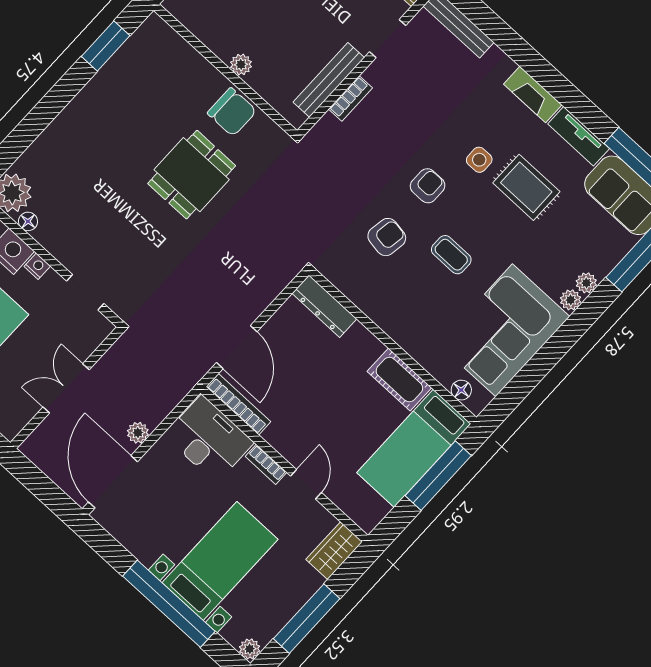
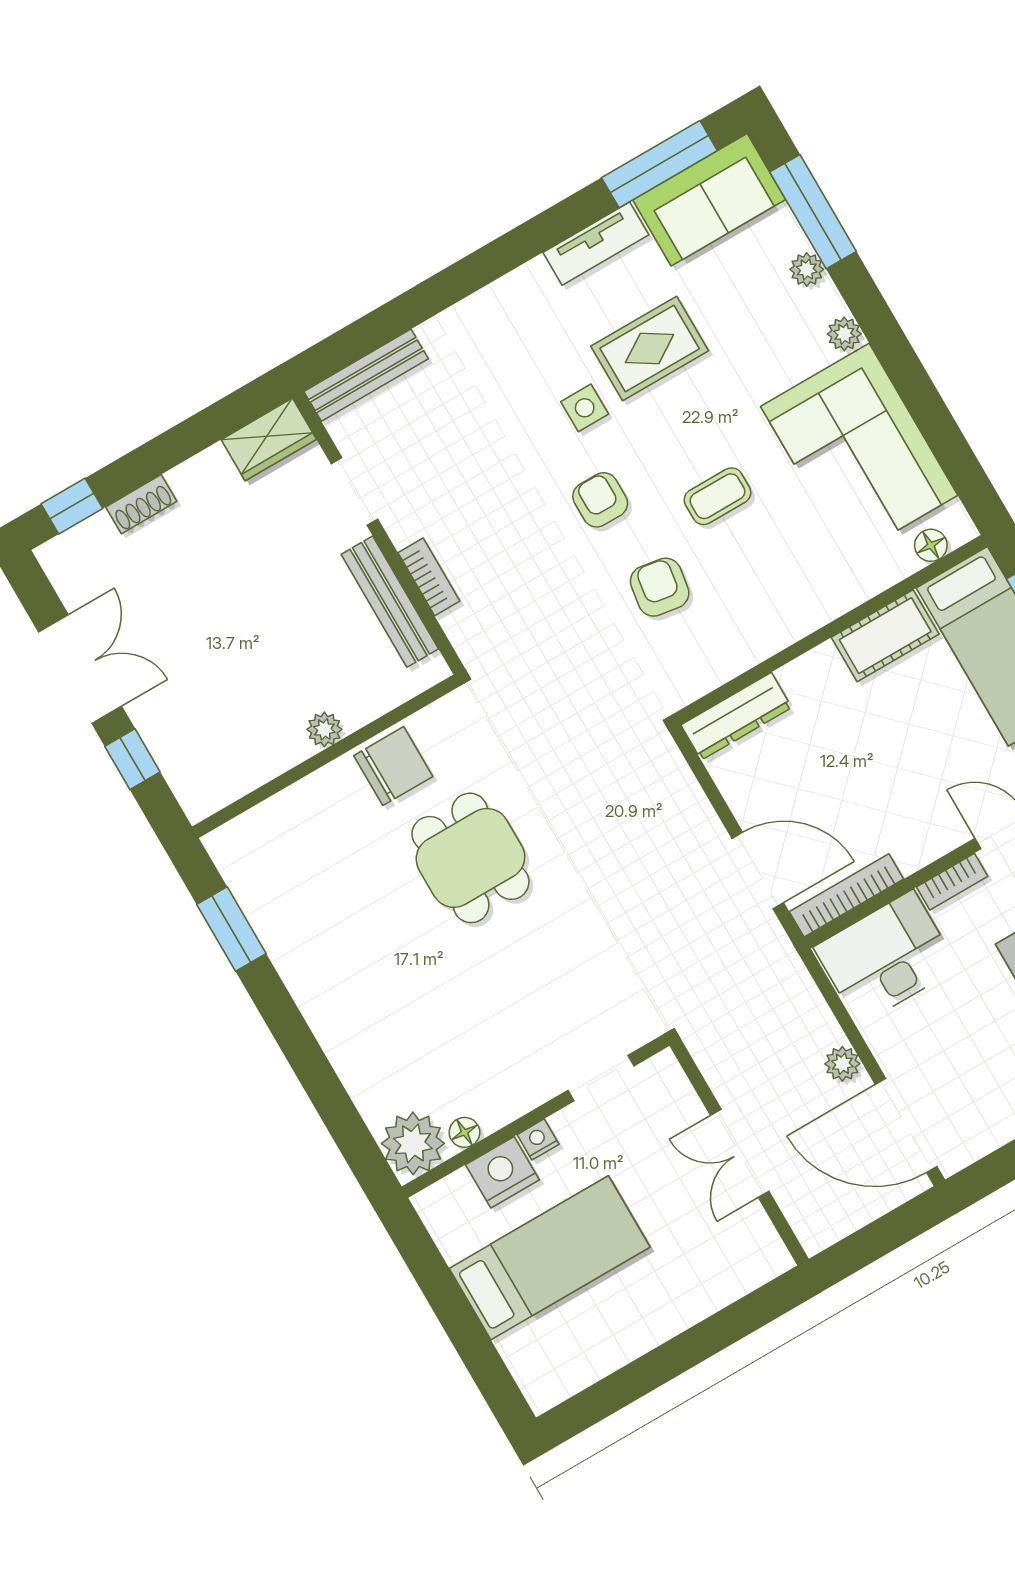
fireplace: (533, 95) -> (510, 294), removed
plant: (586, 283) -> (807, 269), moved

